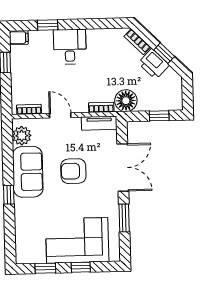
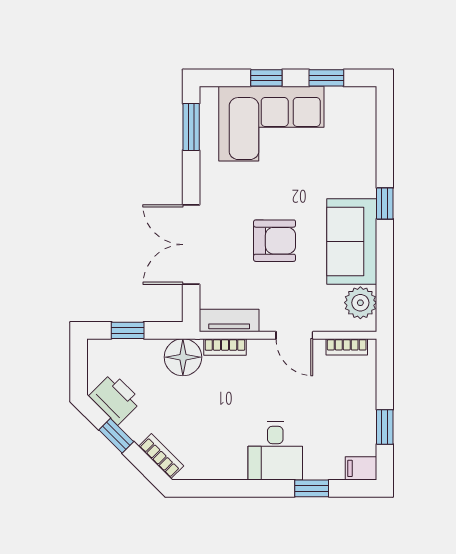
printer: (154, 64) -> (115, 399), moved
window: (124, 218) -> (191, 127), moved

